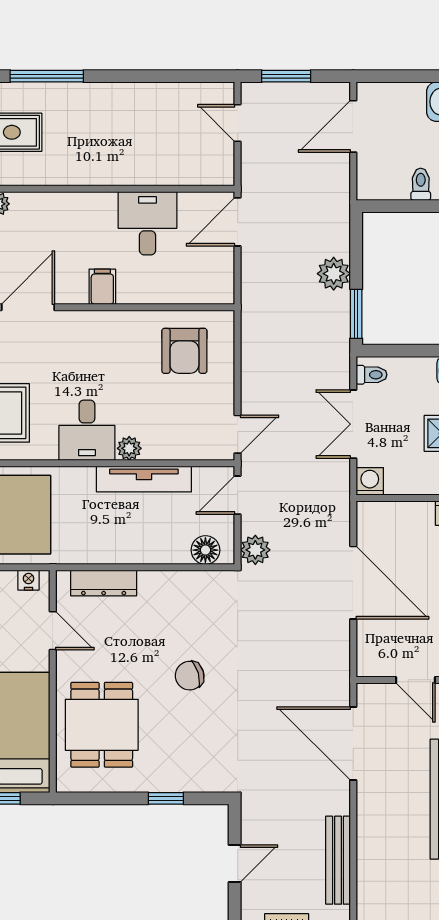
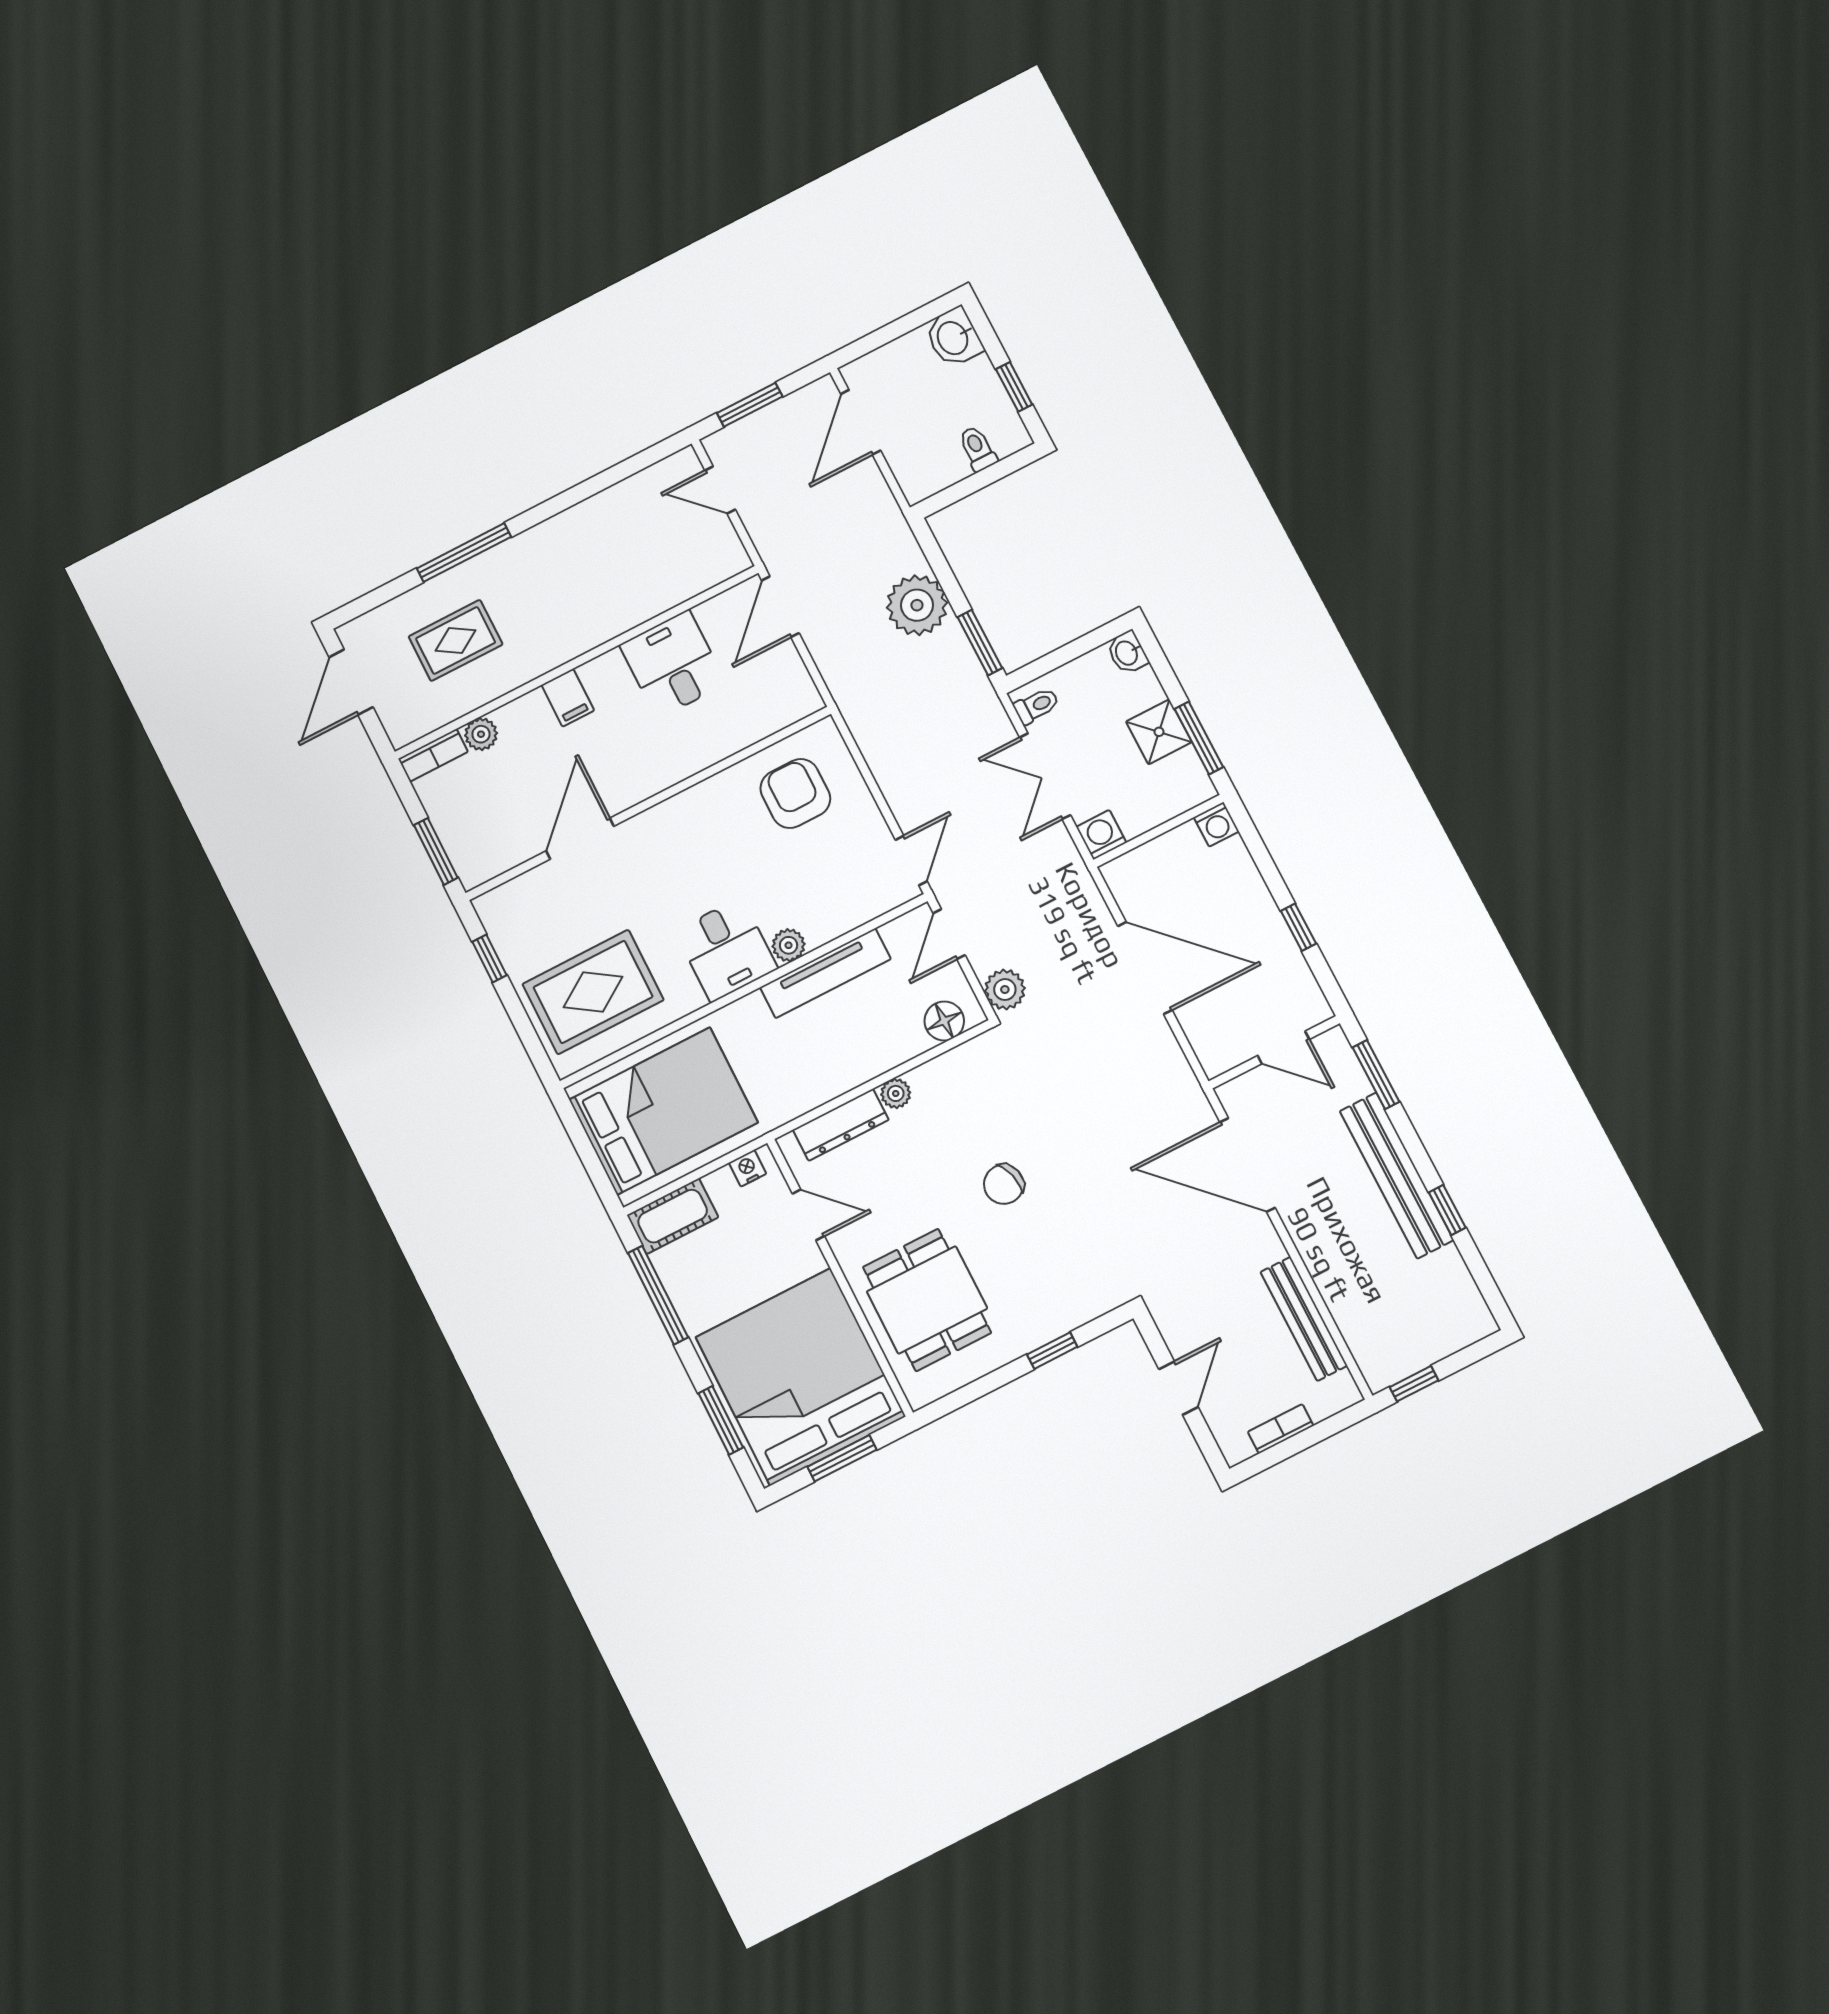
plant: (334, 274) -> (917, 605), width x1.36, depth x1.36
filing cabinet: (102, 287) -> (568, 698), moved, turned 180
armchair: (184, 351) -> (795, 794), turned 180
plant: (150, 581) -> (896, 1093), added

